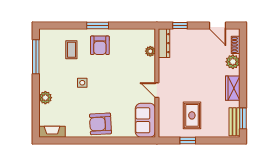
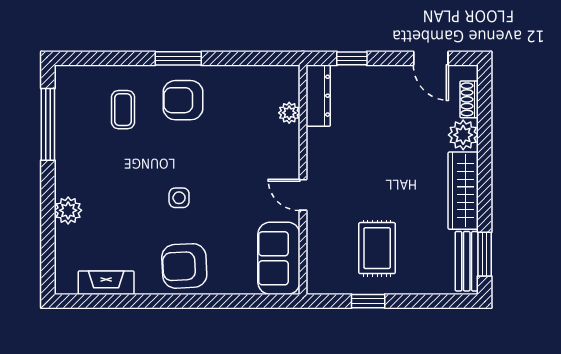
armchair: (100, 45) -> (183, 100), turned 90
side table: (82, 83) -> (179, 198), moved
wardrobe: (233, 88) -> (463, 191), width x1.50
fireplace: (52, 132) -> (106, 283), moved

